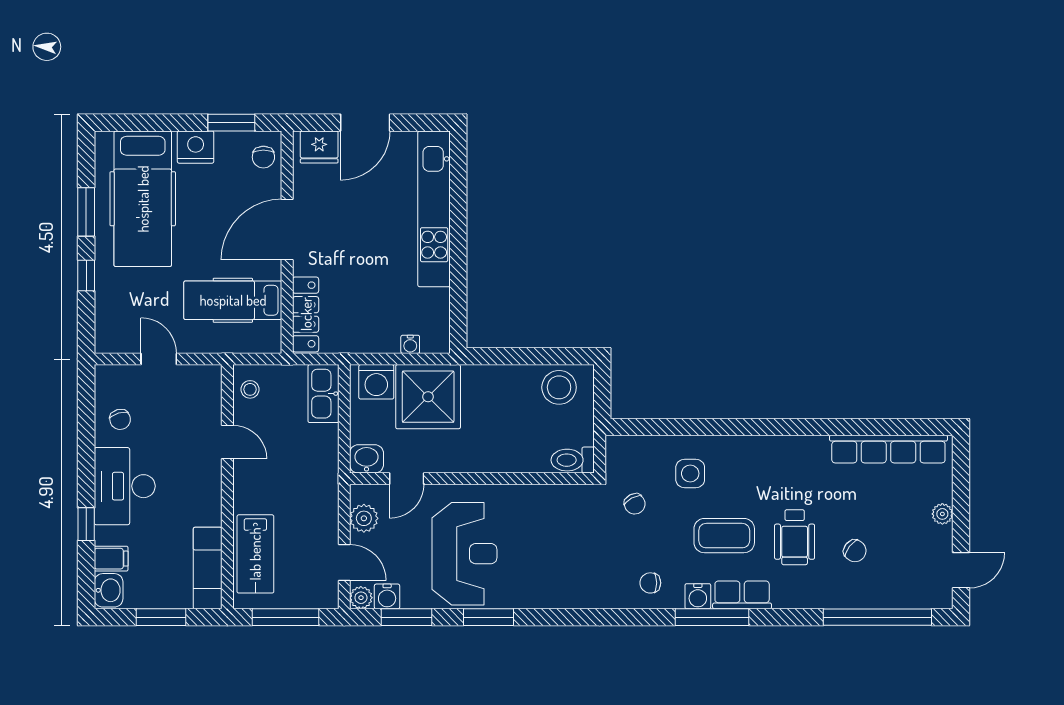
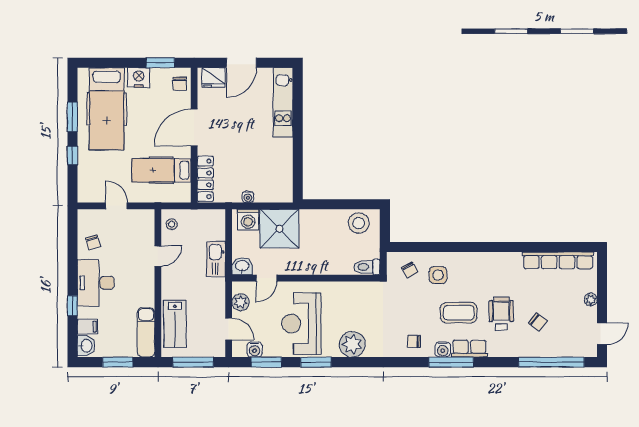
kitchen unit: (434, 209) -> (283, 102), width x0.73
water cooler: (410, 344) -> (248, 197), moved
kitchen sink: (323, 394) -> (216, 259), moved
door: (227, 442) -> (158, 256), hinge flipped
chair: (635, 504) -> (410, 270), moved
wheelchair: (795, 537) -> (501, 314), turned 180
reception desk: (464, 554) -> (301, 324), turned 180
plant: (361, 598) -> (352, 344), moved, width x1.87, depth x1.87

